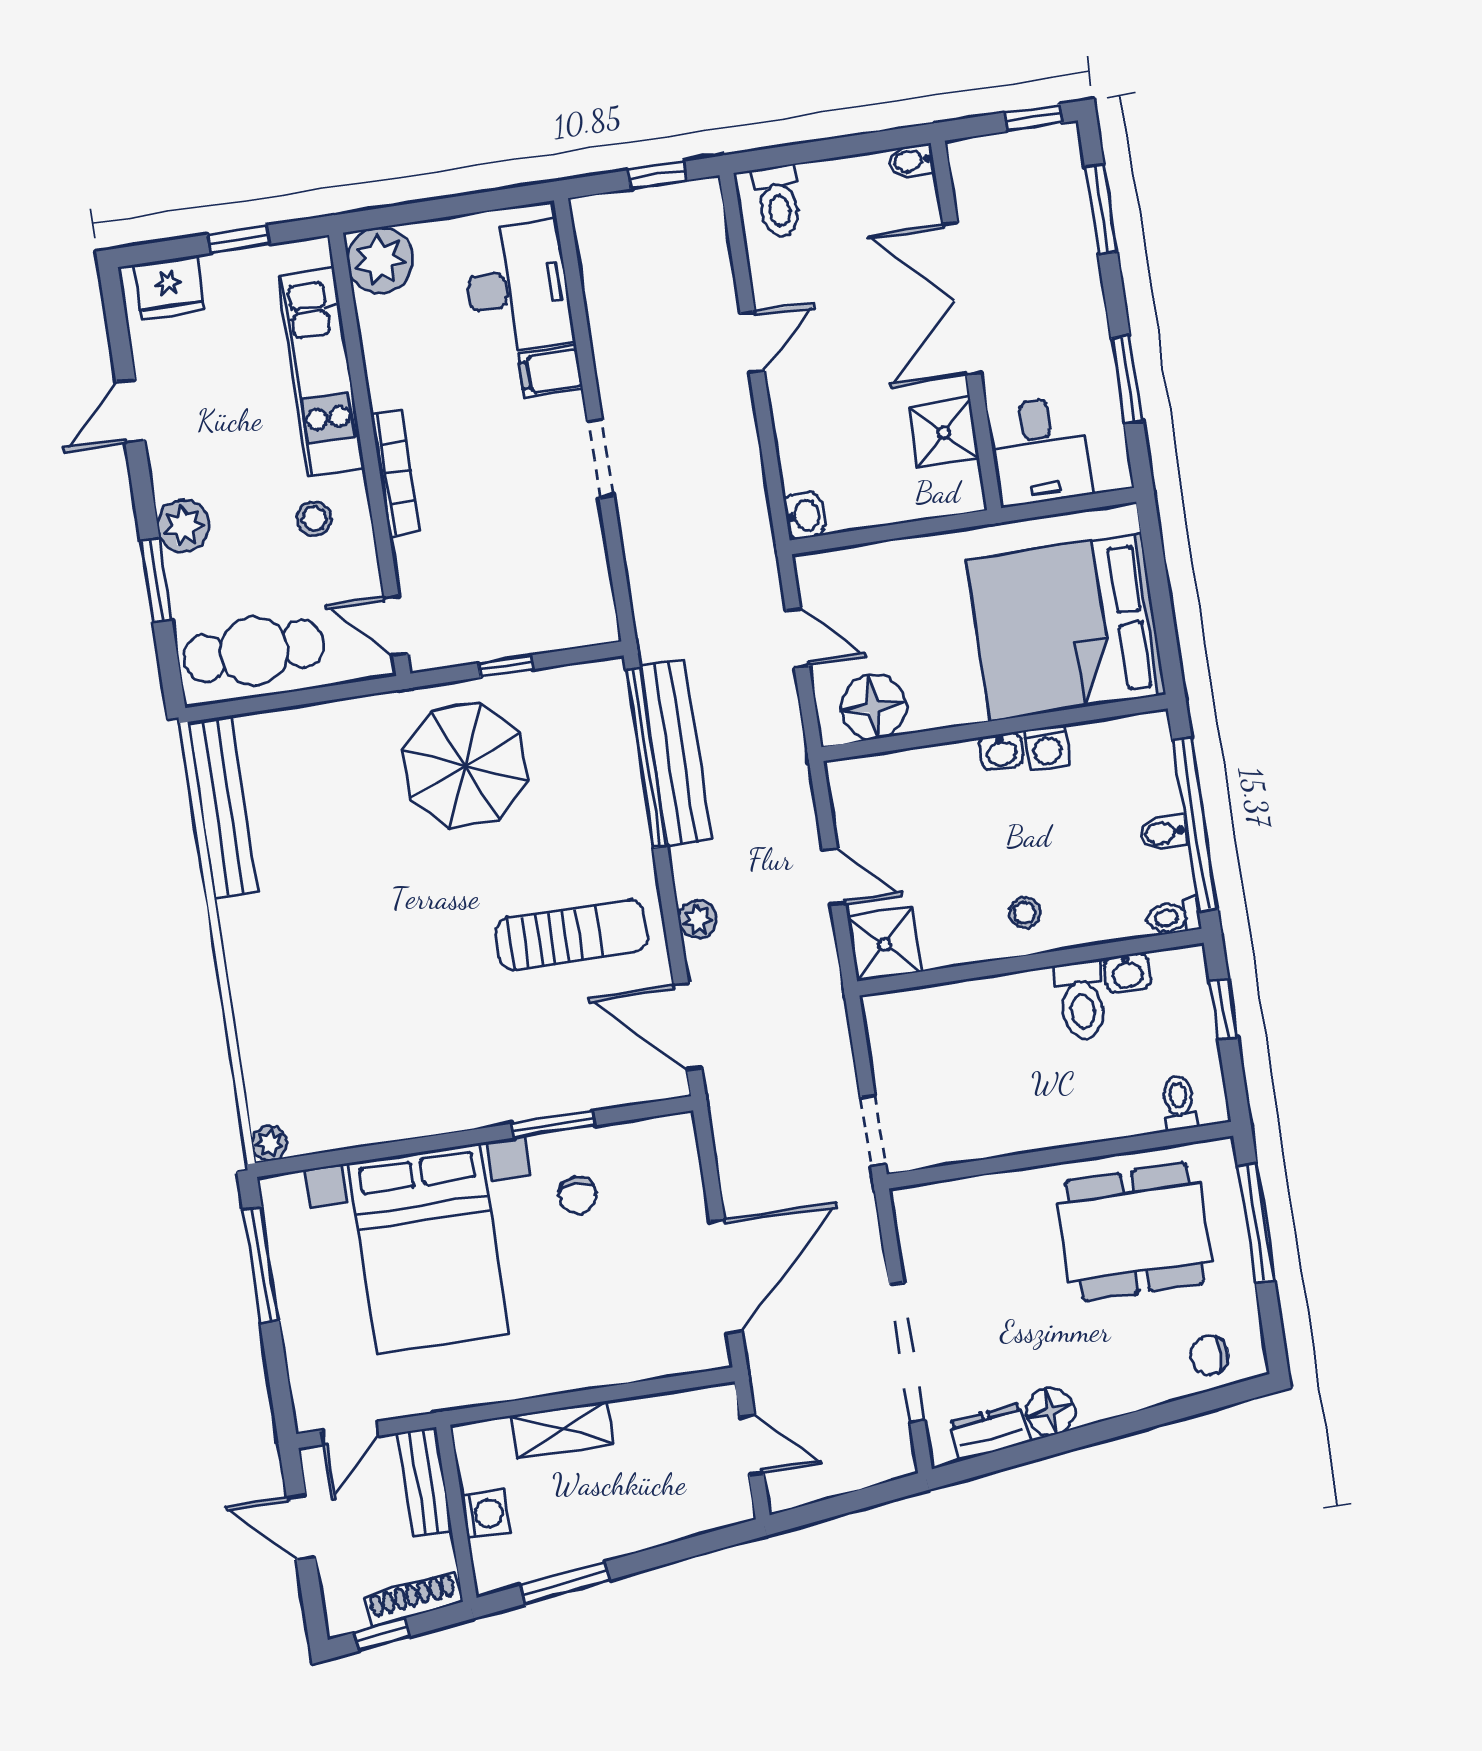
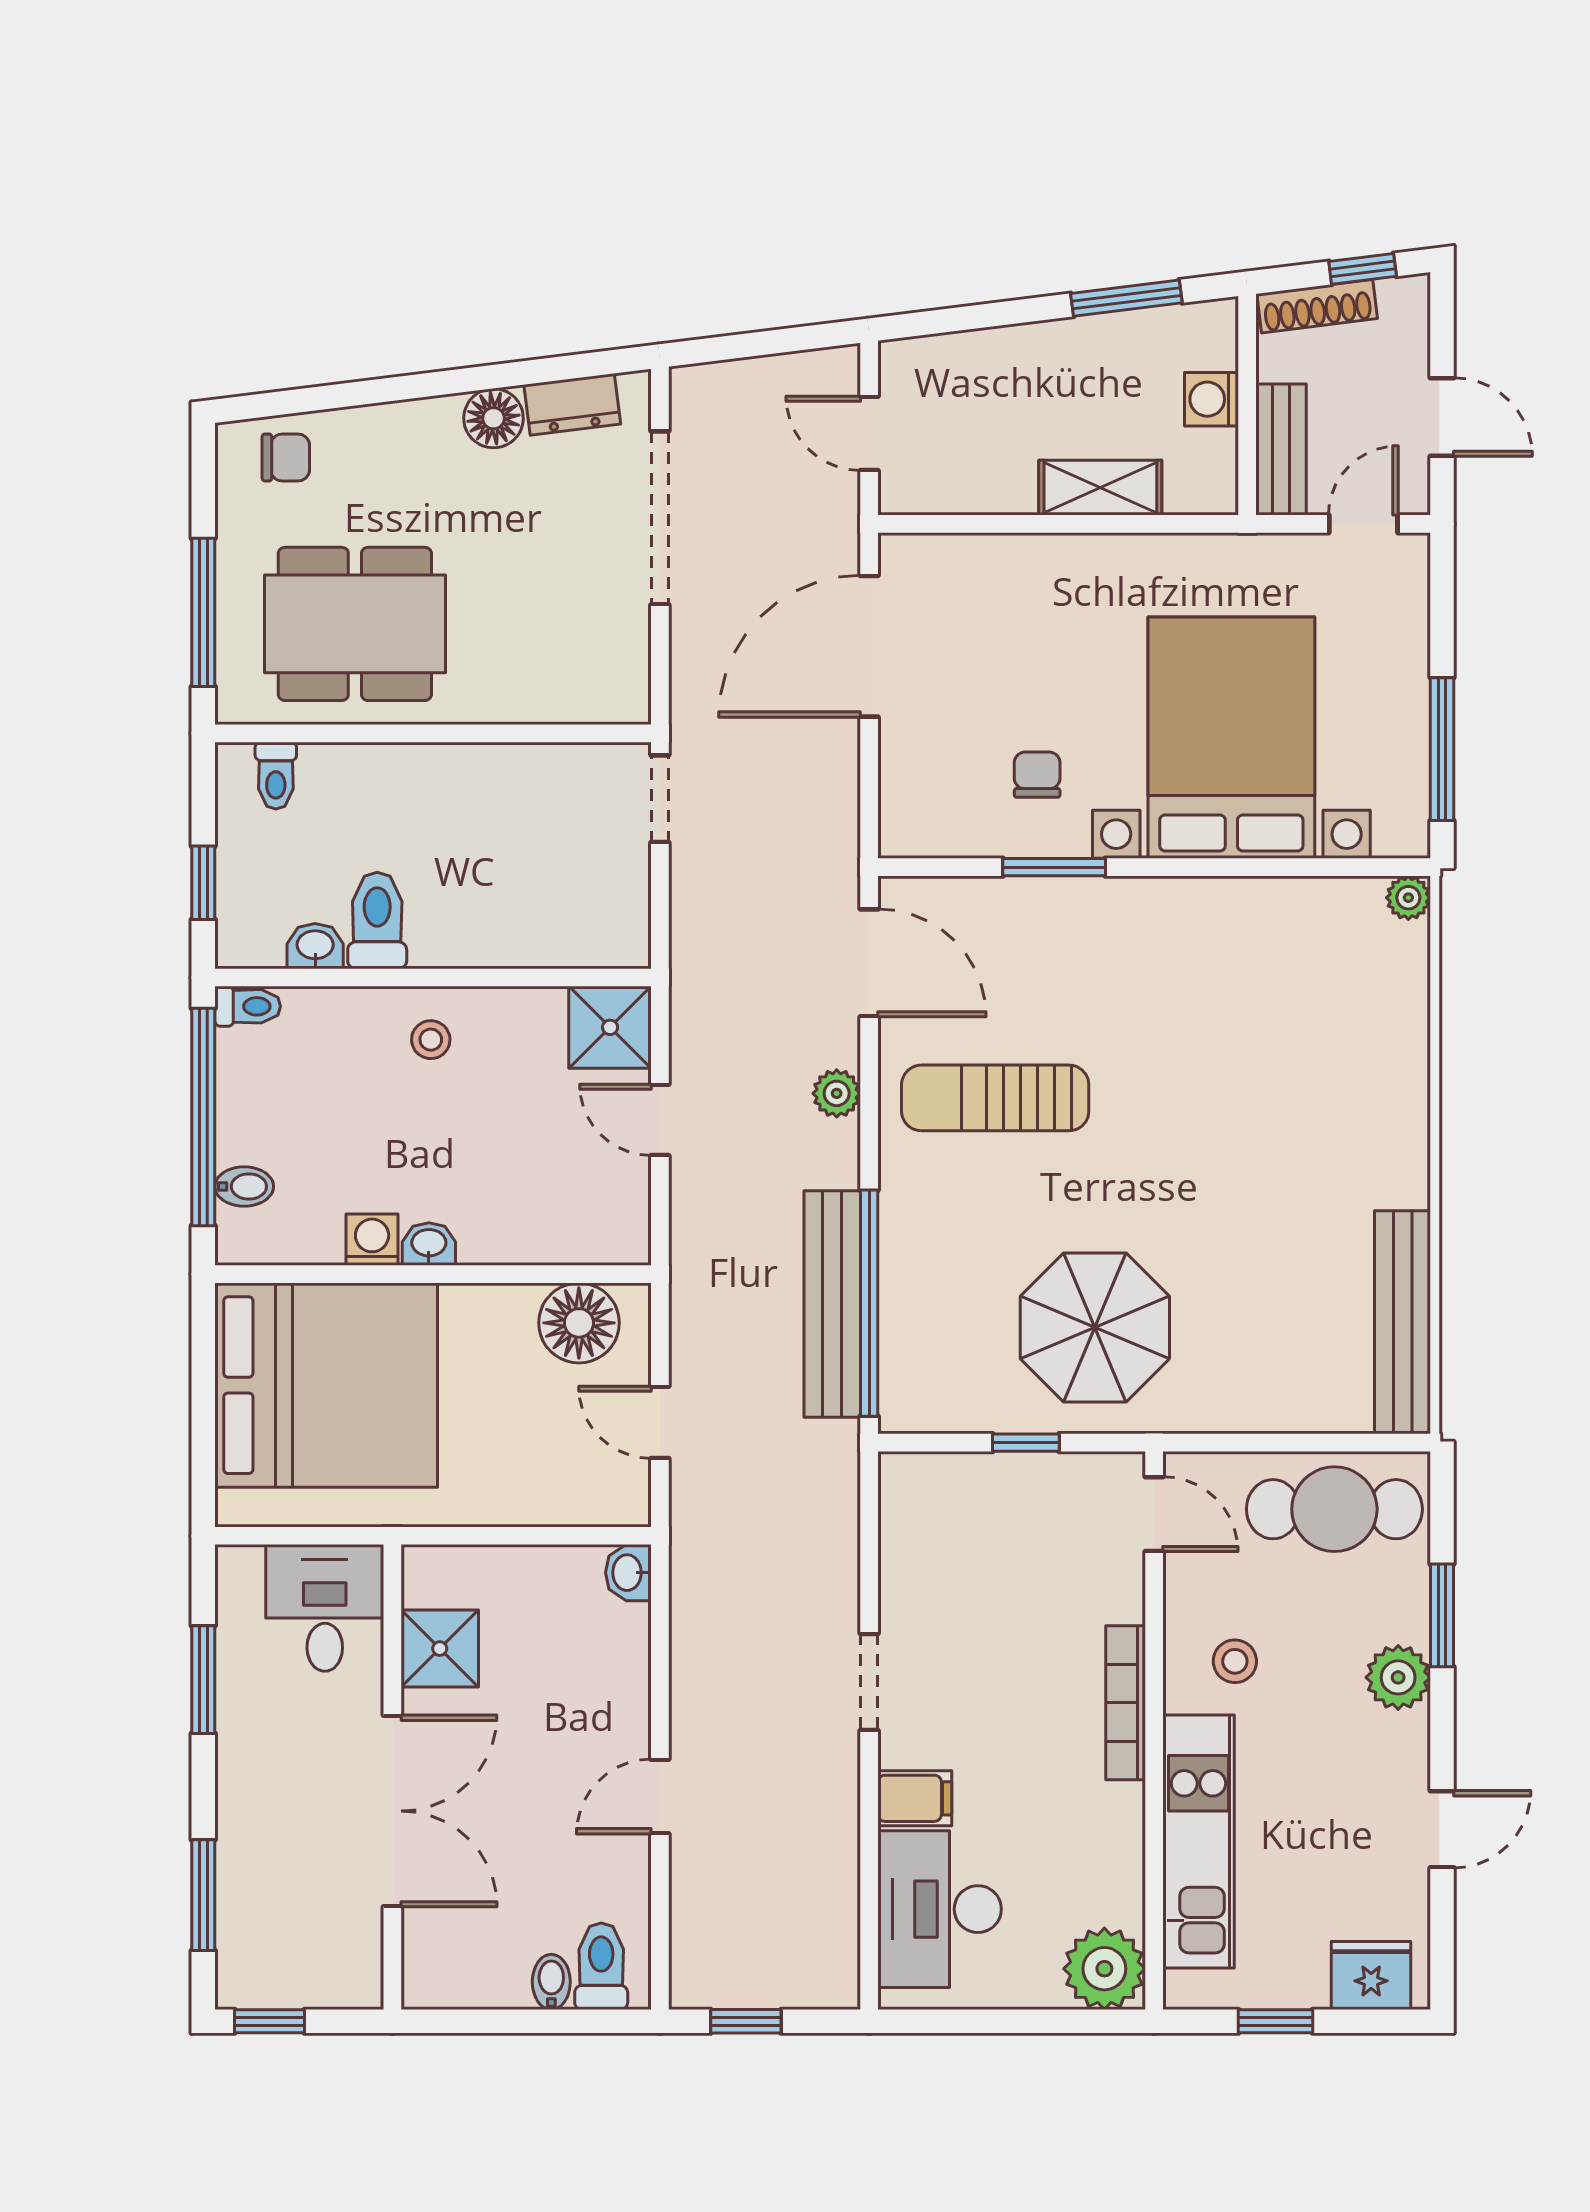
bidet: (911, 161) -> (551, 1982), moved, turned -90
bidet: (1163, 833) -> (244, 1186), moved

